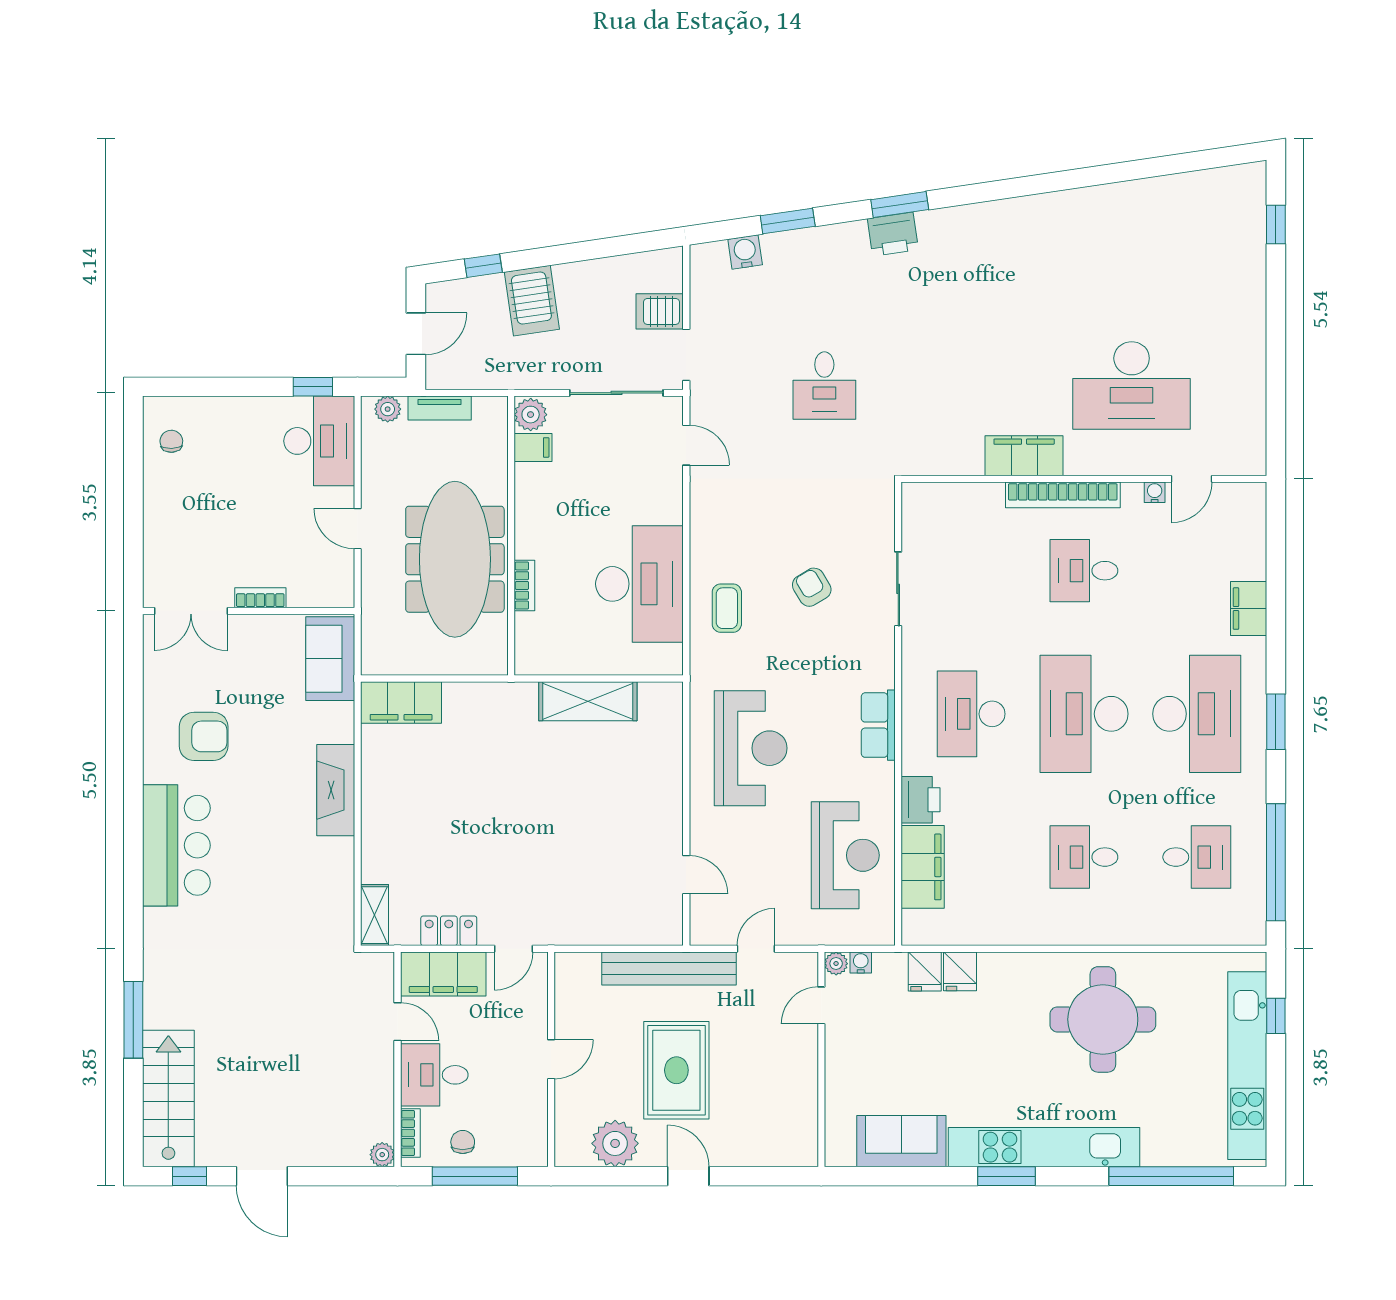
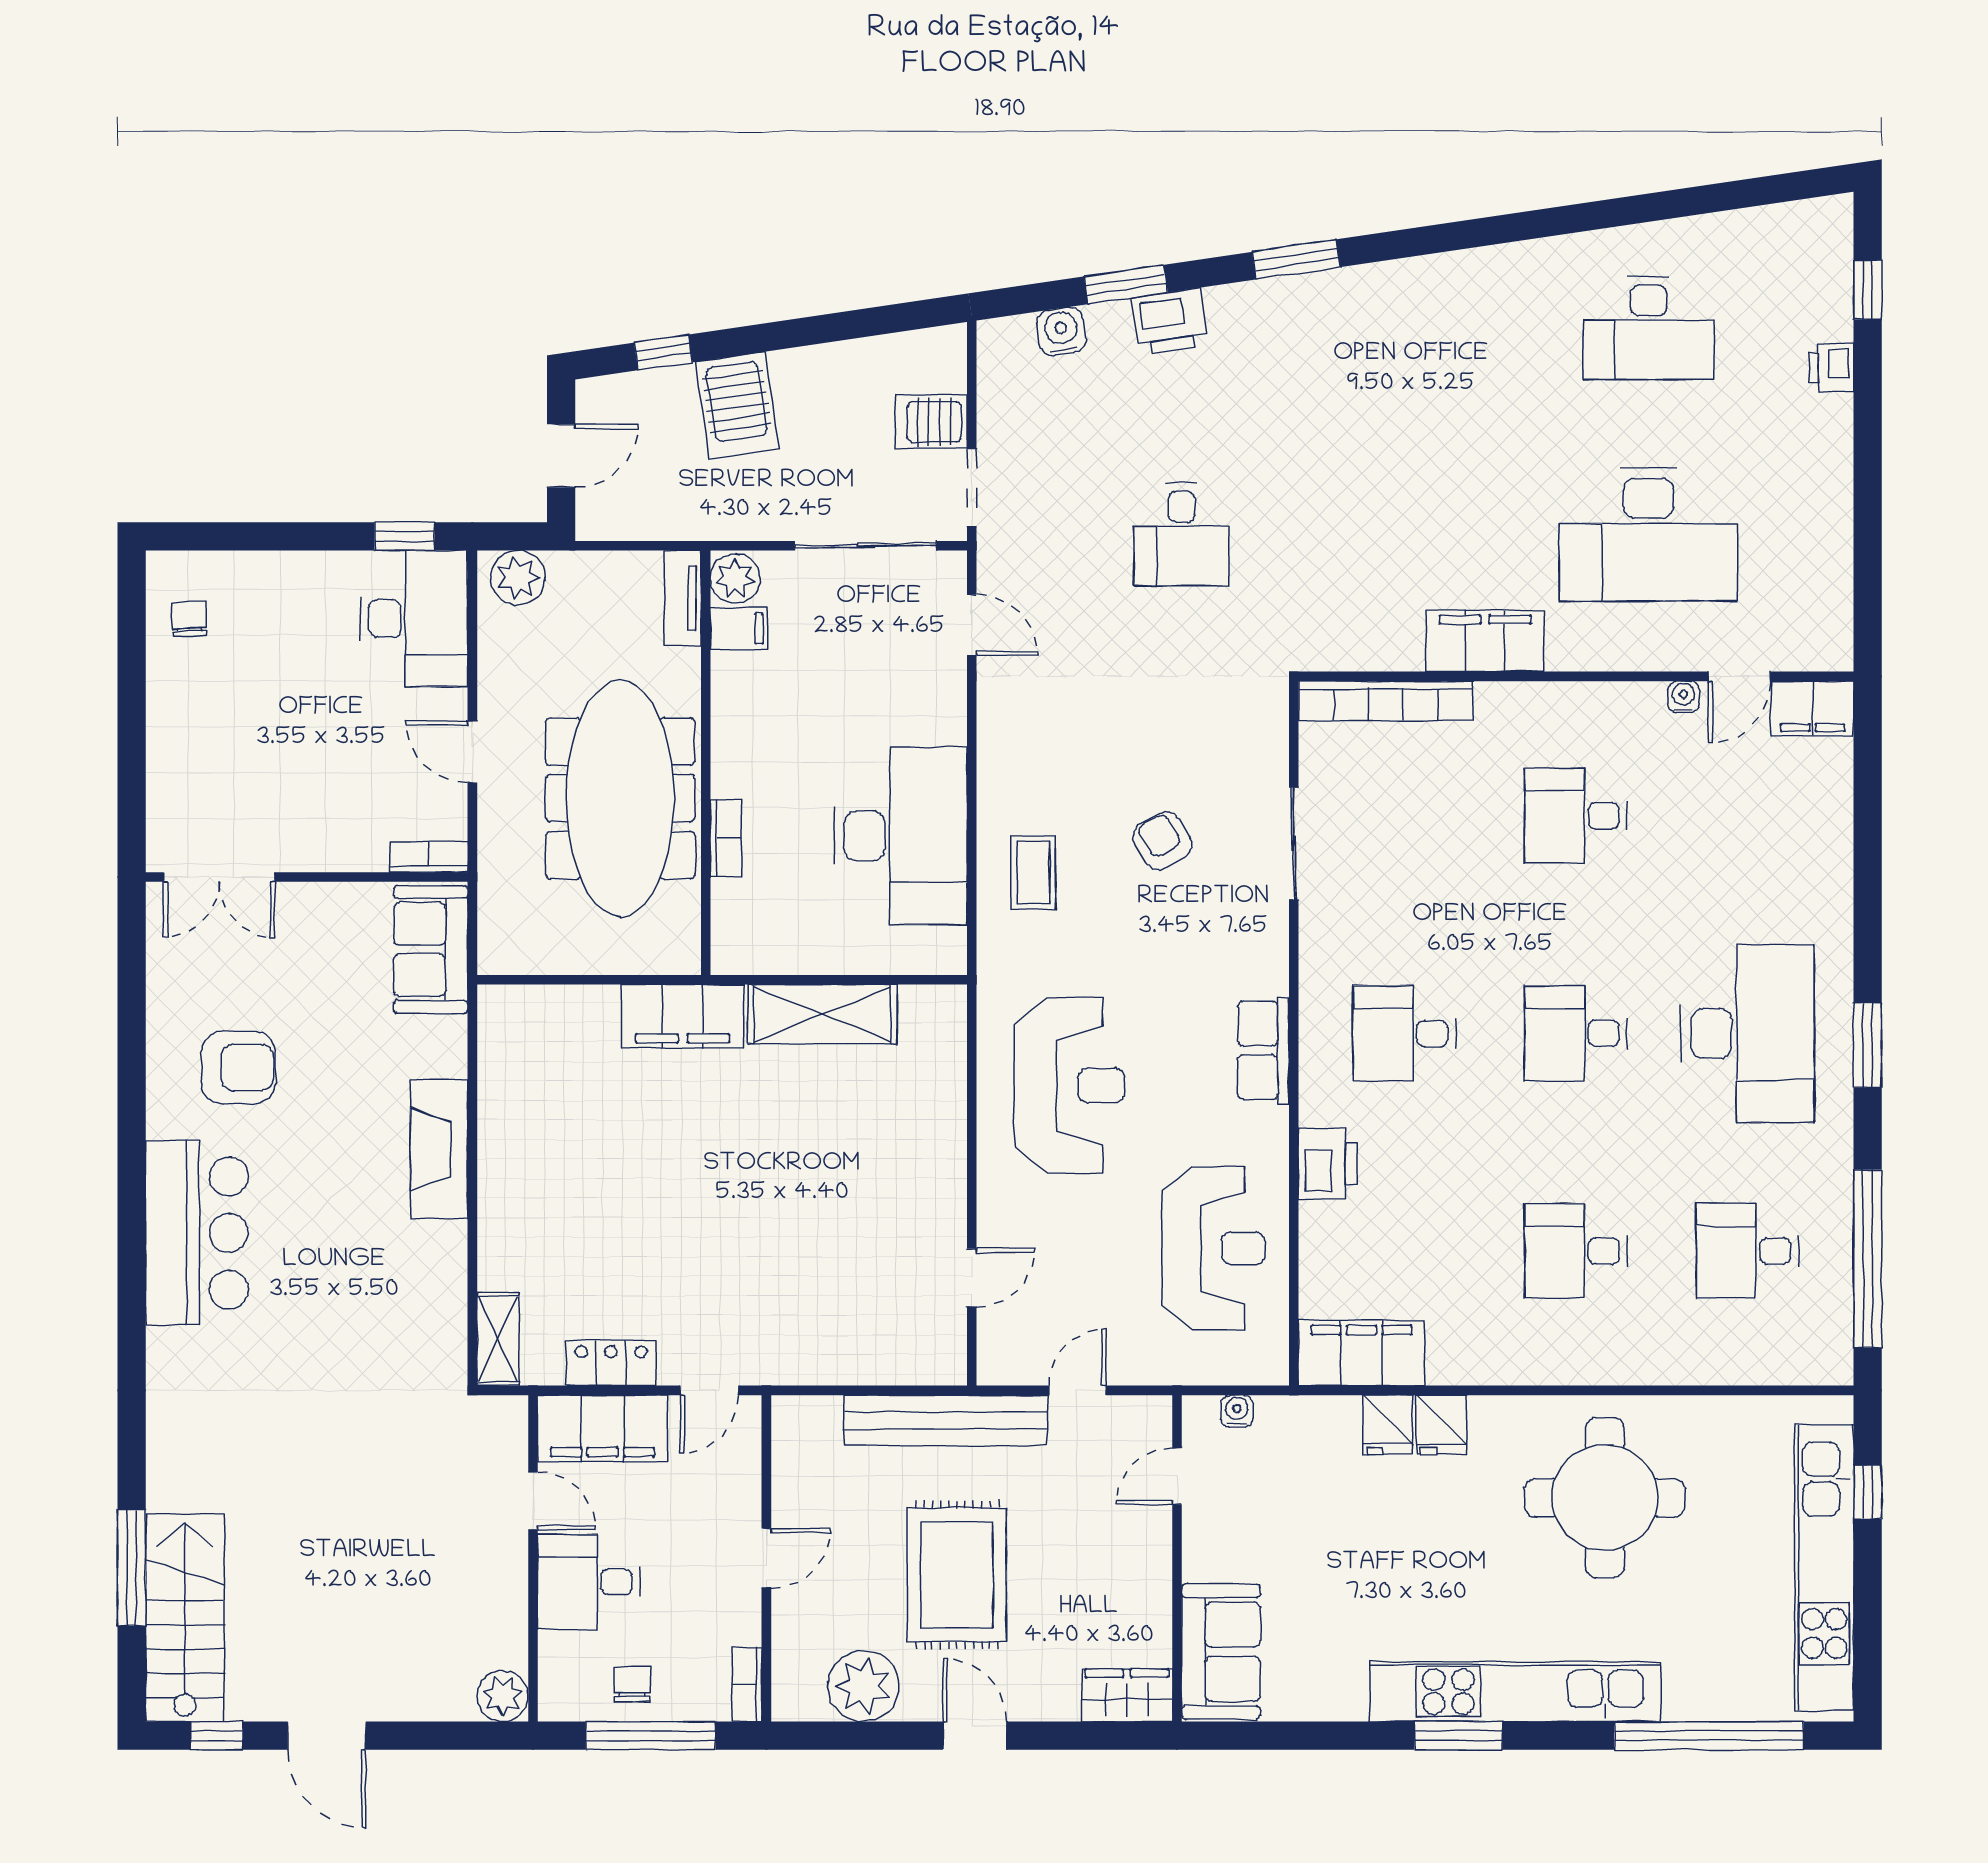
printer: (893, 234) -> (1170, 322), moved
desk: (1132, 250) -> (1648, 328), added
printer: (1252, 276) -> (1831, 368), added
tv unit: (440, 408) -> (683, 598), moved, turned 90
plant: (388, 409) -> (518, 578), width x1.38, depth x1.38
bookcase: (1063, 495) -> (1386, 701), moved
bookcase: (260, 598) -> (429, 857), moved
filing cabinet: (1249, 609) -> (1813, 708), moved, turned -90
filing cabinet: (401, 703) -> (683, 1016), moved
desk: (971, 714) -> (1405, 1033), width x0.73
desk: (1084, 714) -> (1576, 1033), width x0.53, depth x0.77
desk: (1197, 857) -> (1747, 1251), turned 180
filing cabinet: (923, 867) -> (1361, 1353), moved, turned -90
door: (686, 875) -> (972, 1278), hinge flipped
plant: (836, 964) -> (1199, 1413), removed
fridge: (925, 971) -> (1441, 1425), moved
window: (133, 1020) -> (132, 1568), moved
bookcase: (410, 1133) -> (747, 1685), moved, turned 180
sofa: (901, 1141) -> (1221, 1652), moved, turned 90
wardrobe: (788, 1150) -> (1127, 1695), added
plant: (382, 1155) -> (503, 1696), width x1.38, depth x1.38

